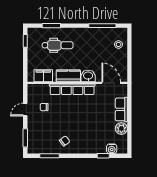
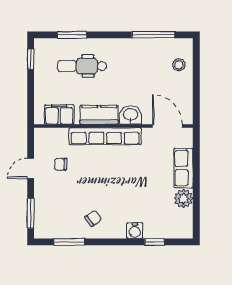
dental chair: (57, 45) -> (82, 66), turned 180
water cooler: (112, 149) -> (135, 231), moved

